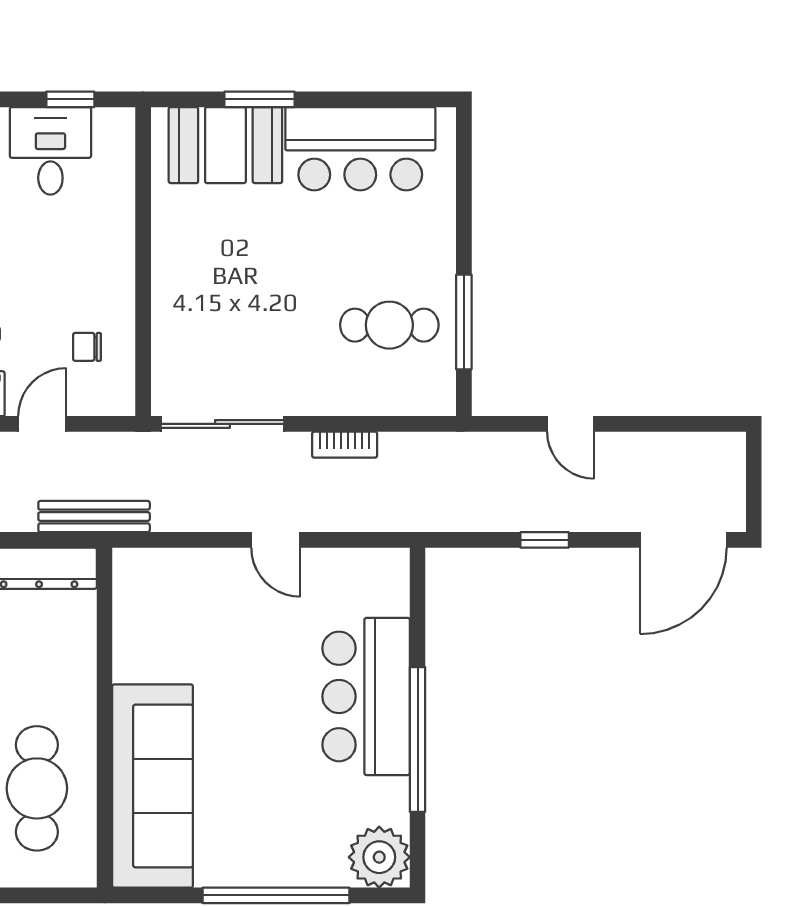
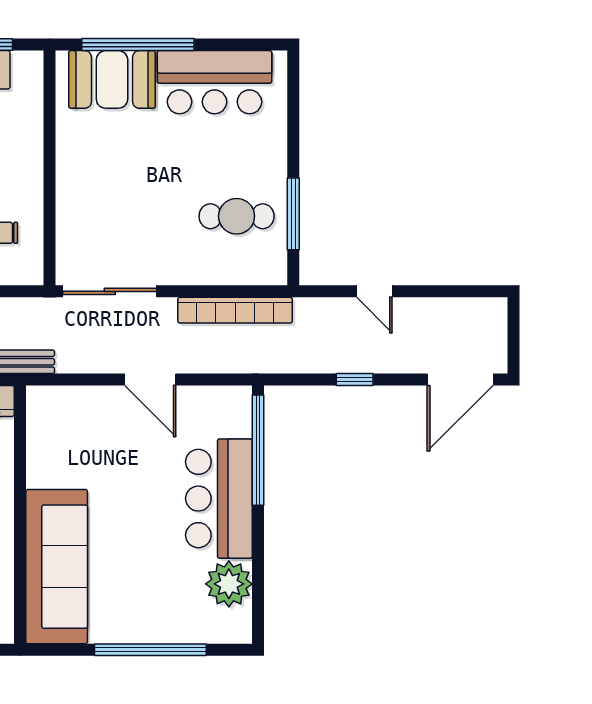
window: (259, 99) -> (138, 45), width x2.11
bookcase: (345, 445) -> (235, 310), width x2.31, depth x1.31
door: (276, 540) -> (150, 379), width x1.38
window: (418, 739) -> (258, 450), moved
plant: (379, 857) -> (229, 584), moved

